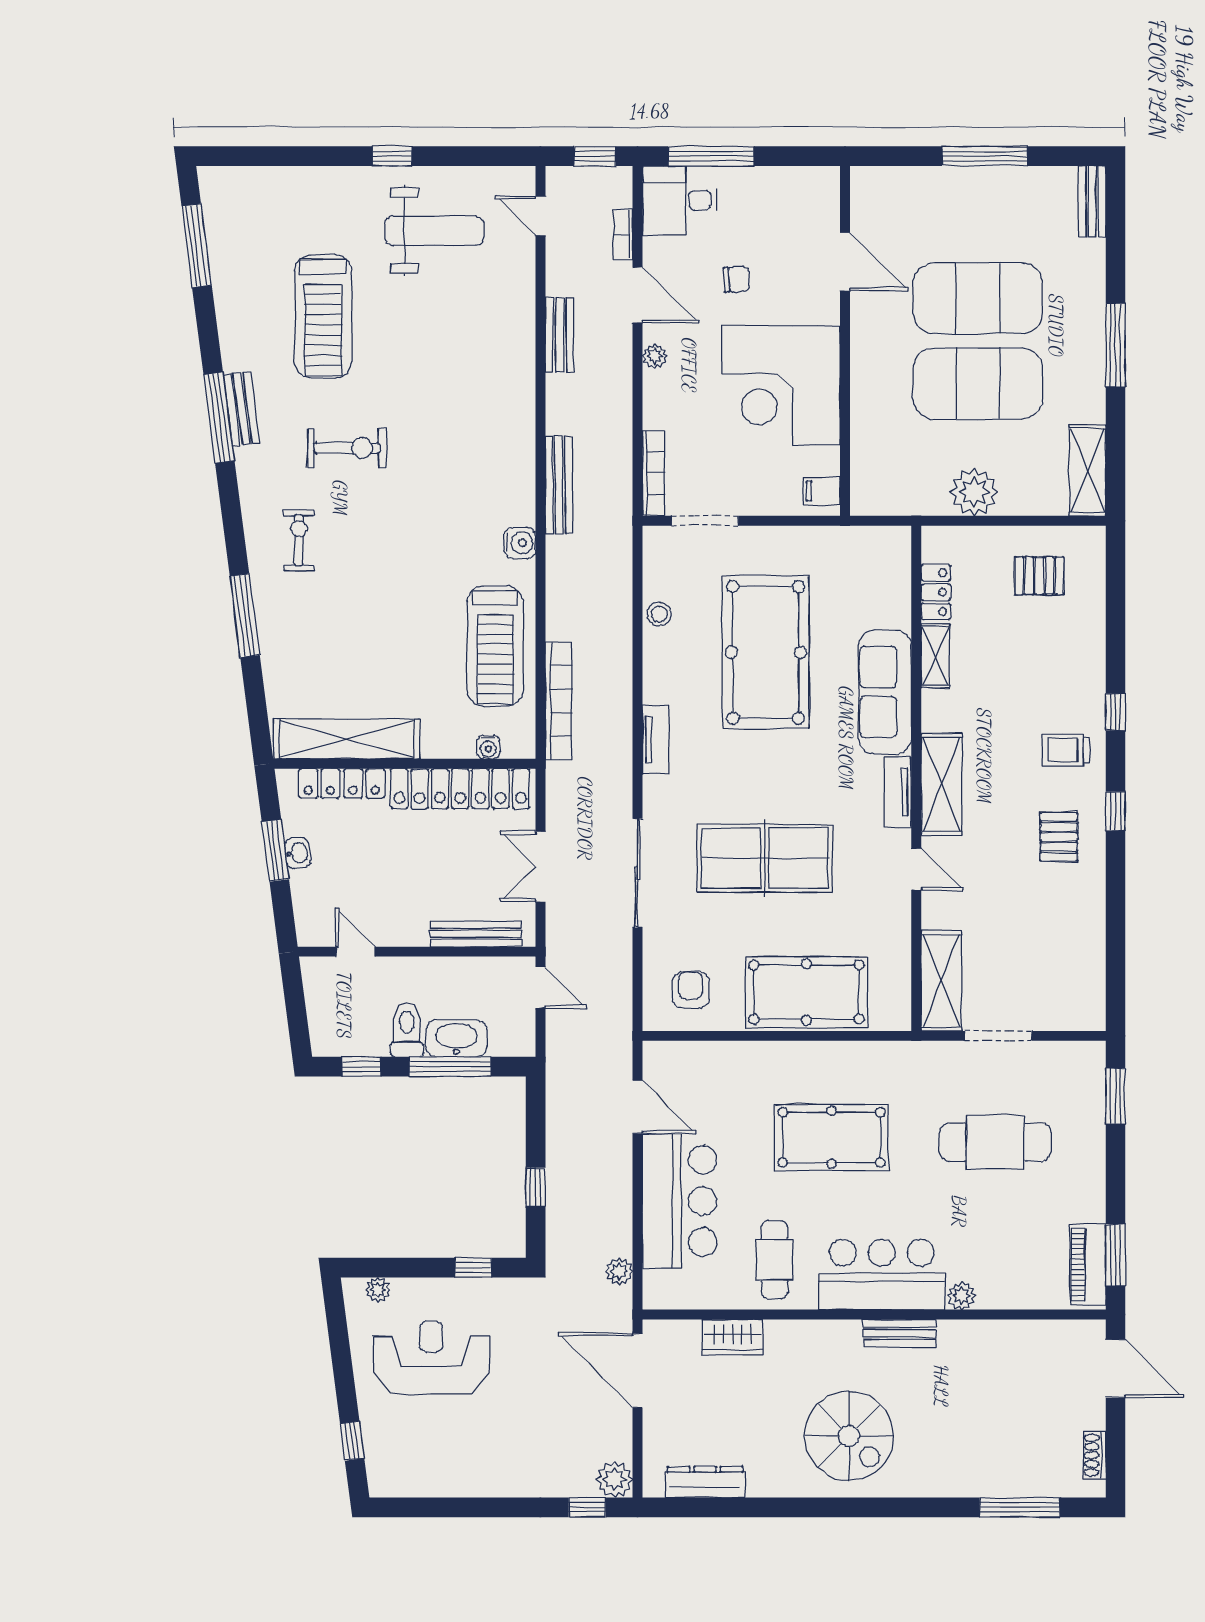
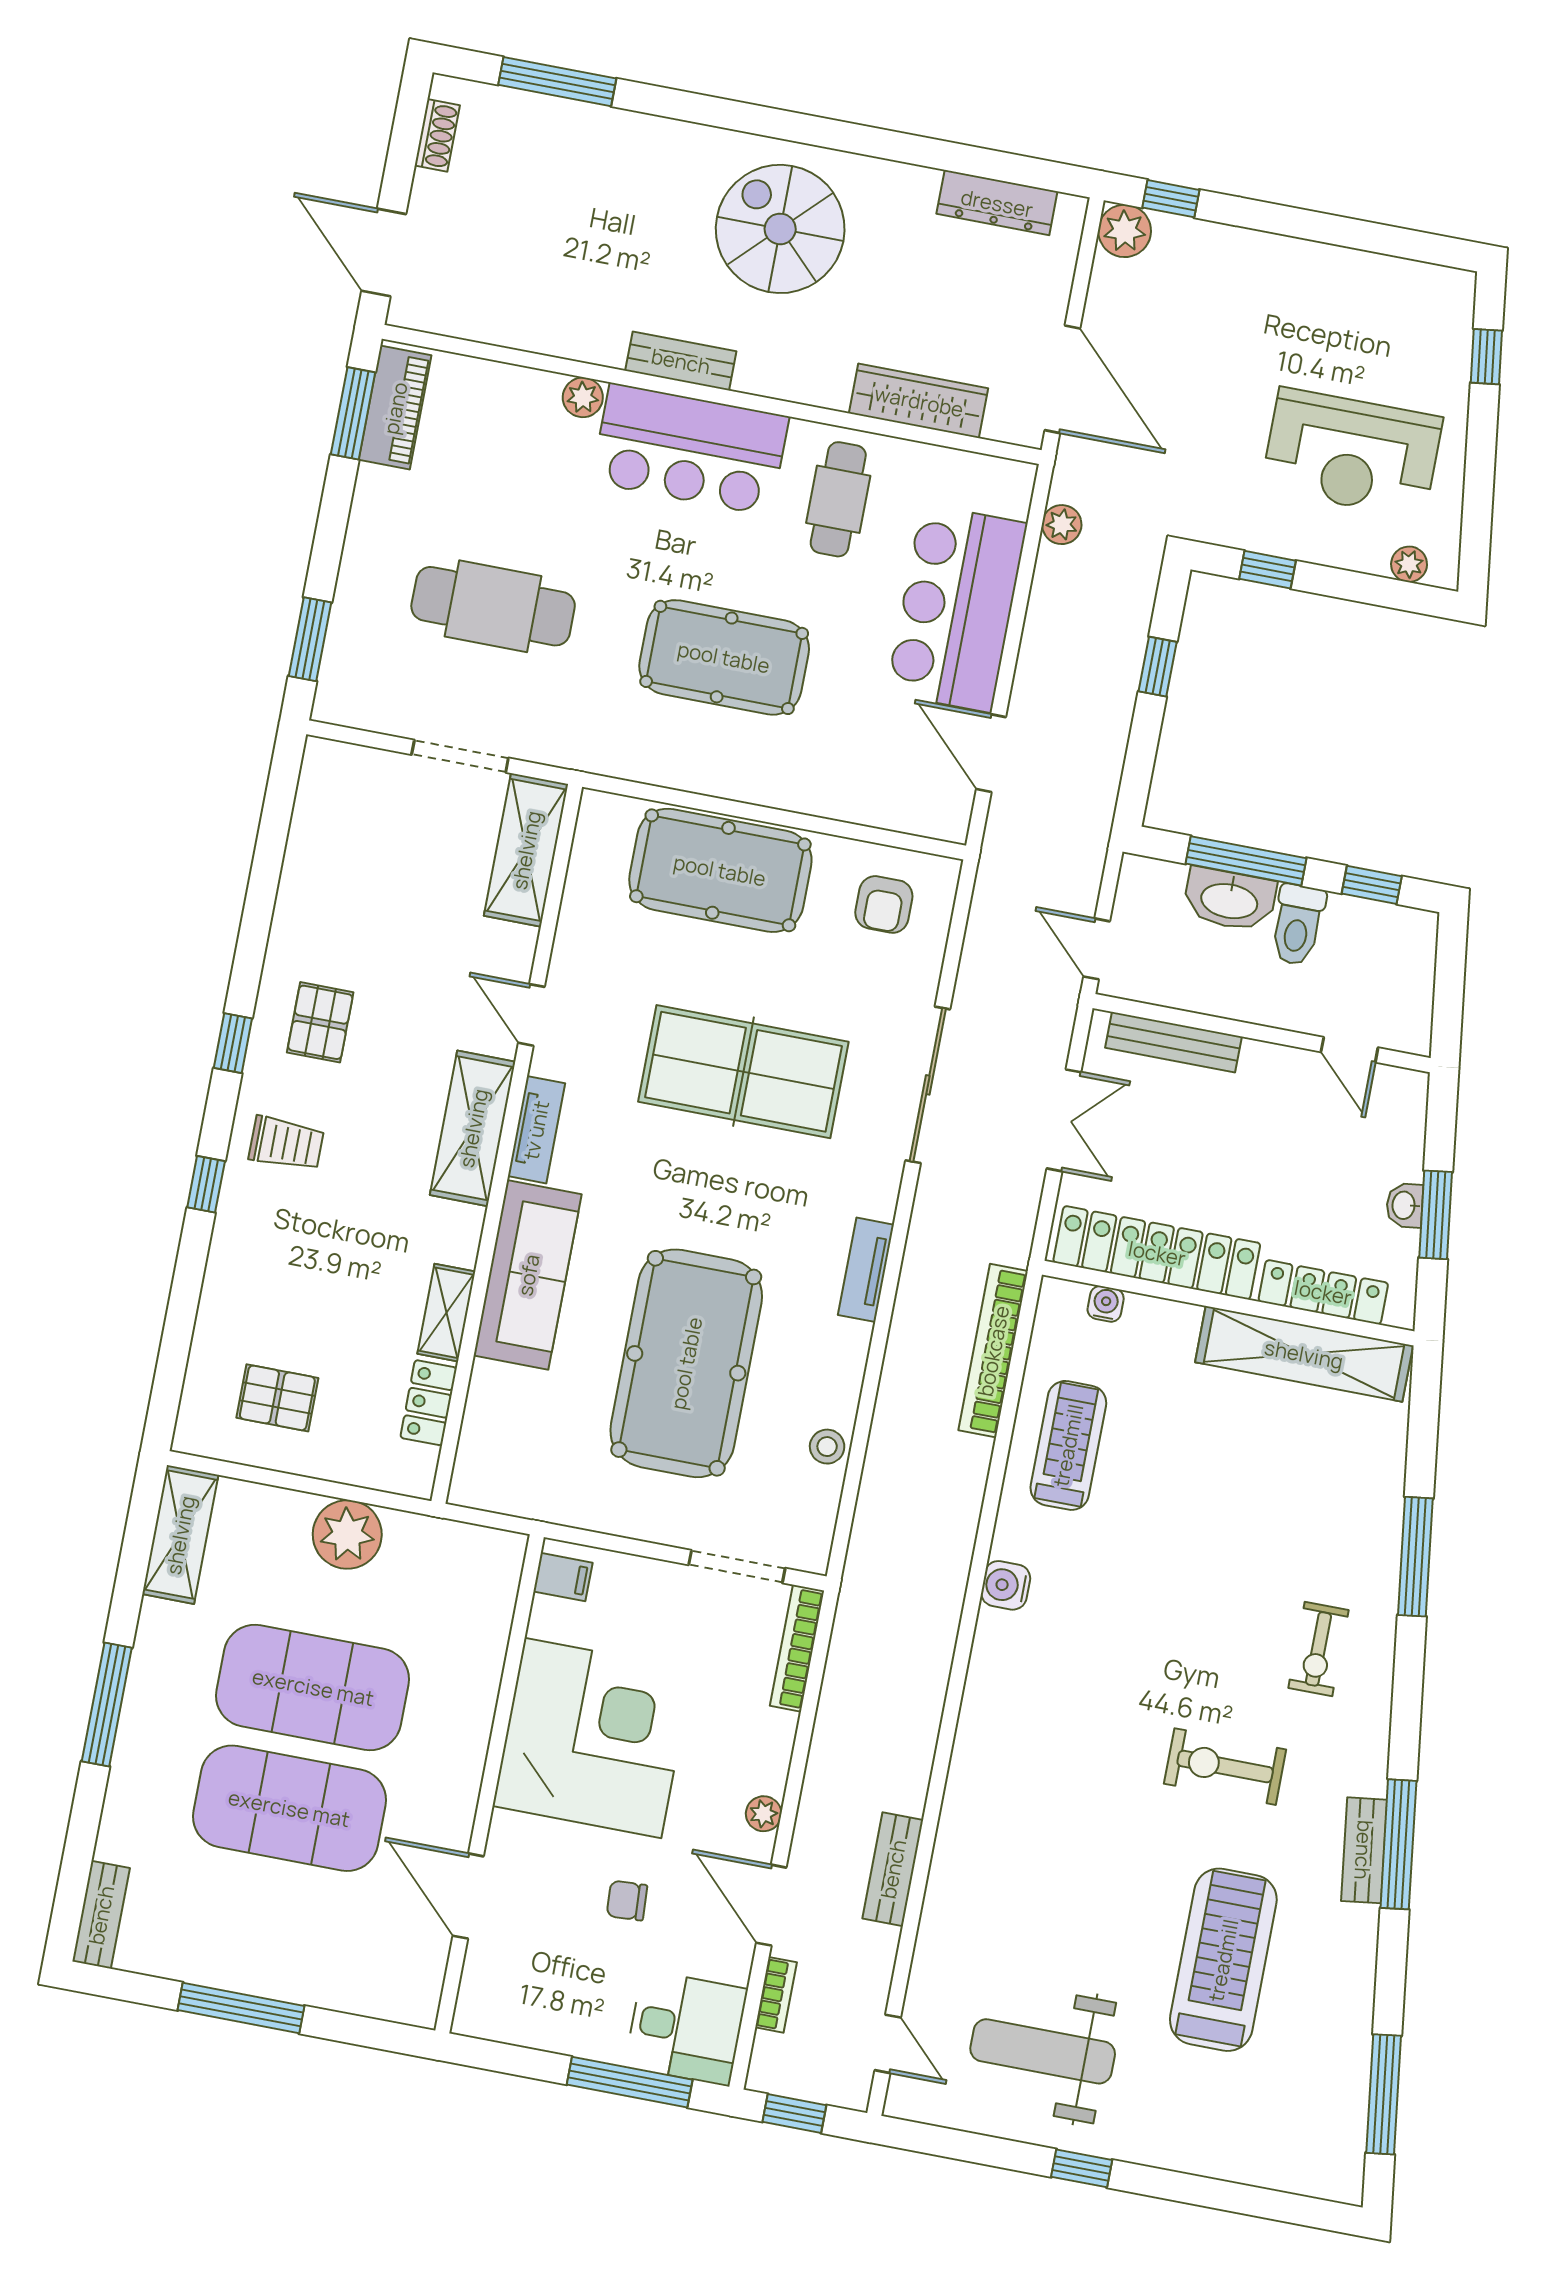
bench: (559, 485) -> (934, 1657), removed
treadmill: (495, 646) -> (1068, 1445), width x0.73, depth x0.73
wardrobe: (733, 1337) -> (919, 401), width x1.50

